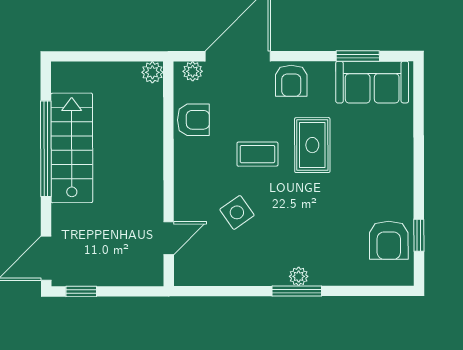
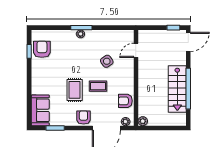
sofa: (372, 82) -> (40, 110), moved, turned 90

